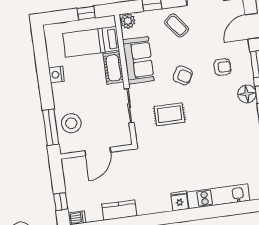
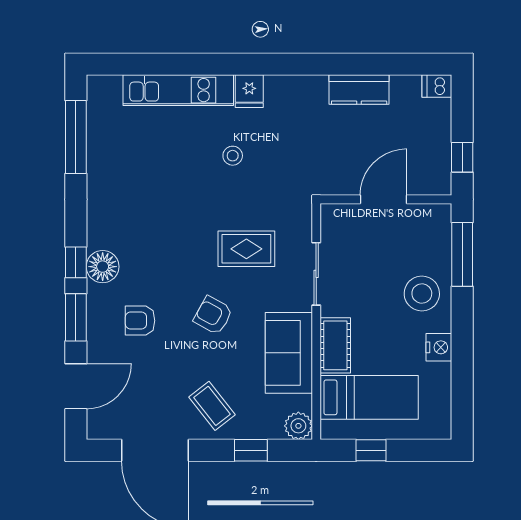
stool: (71, 123) -> (422, 293), moved
stool: (184, 164) -> (233, 156), added
window: (61, 202) -> (462, 157), moved

